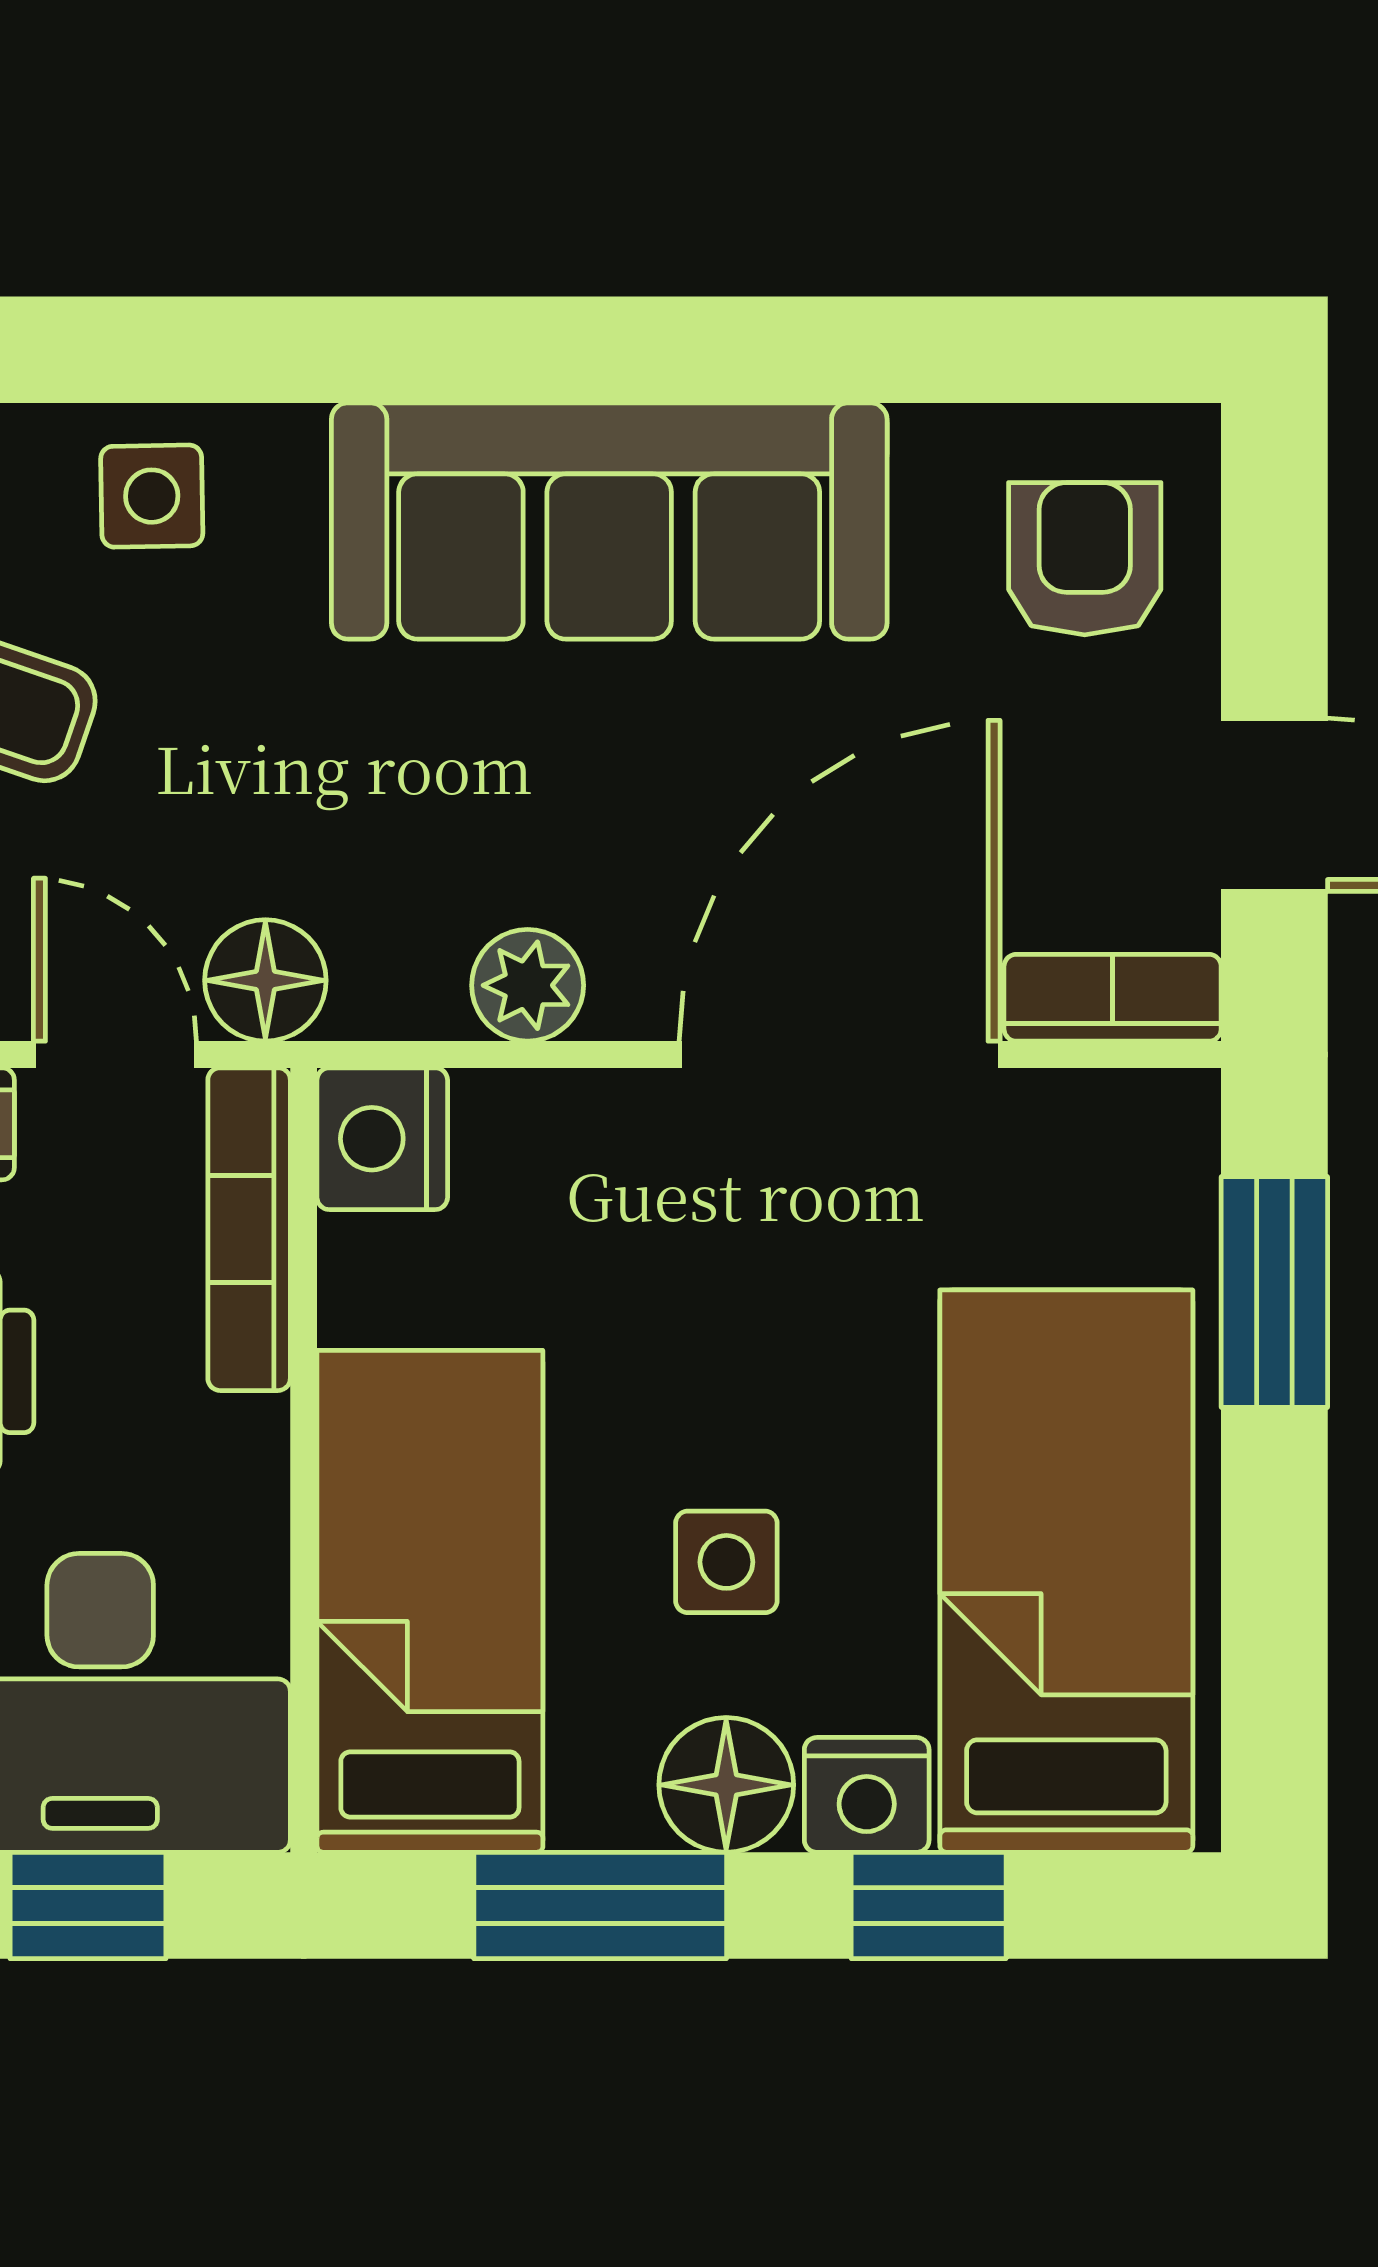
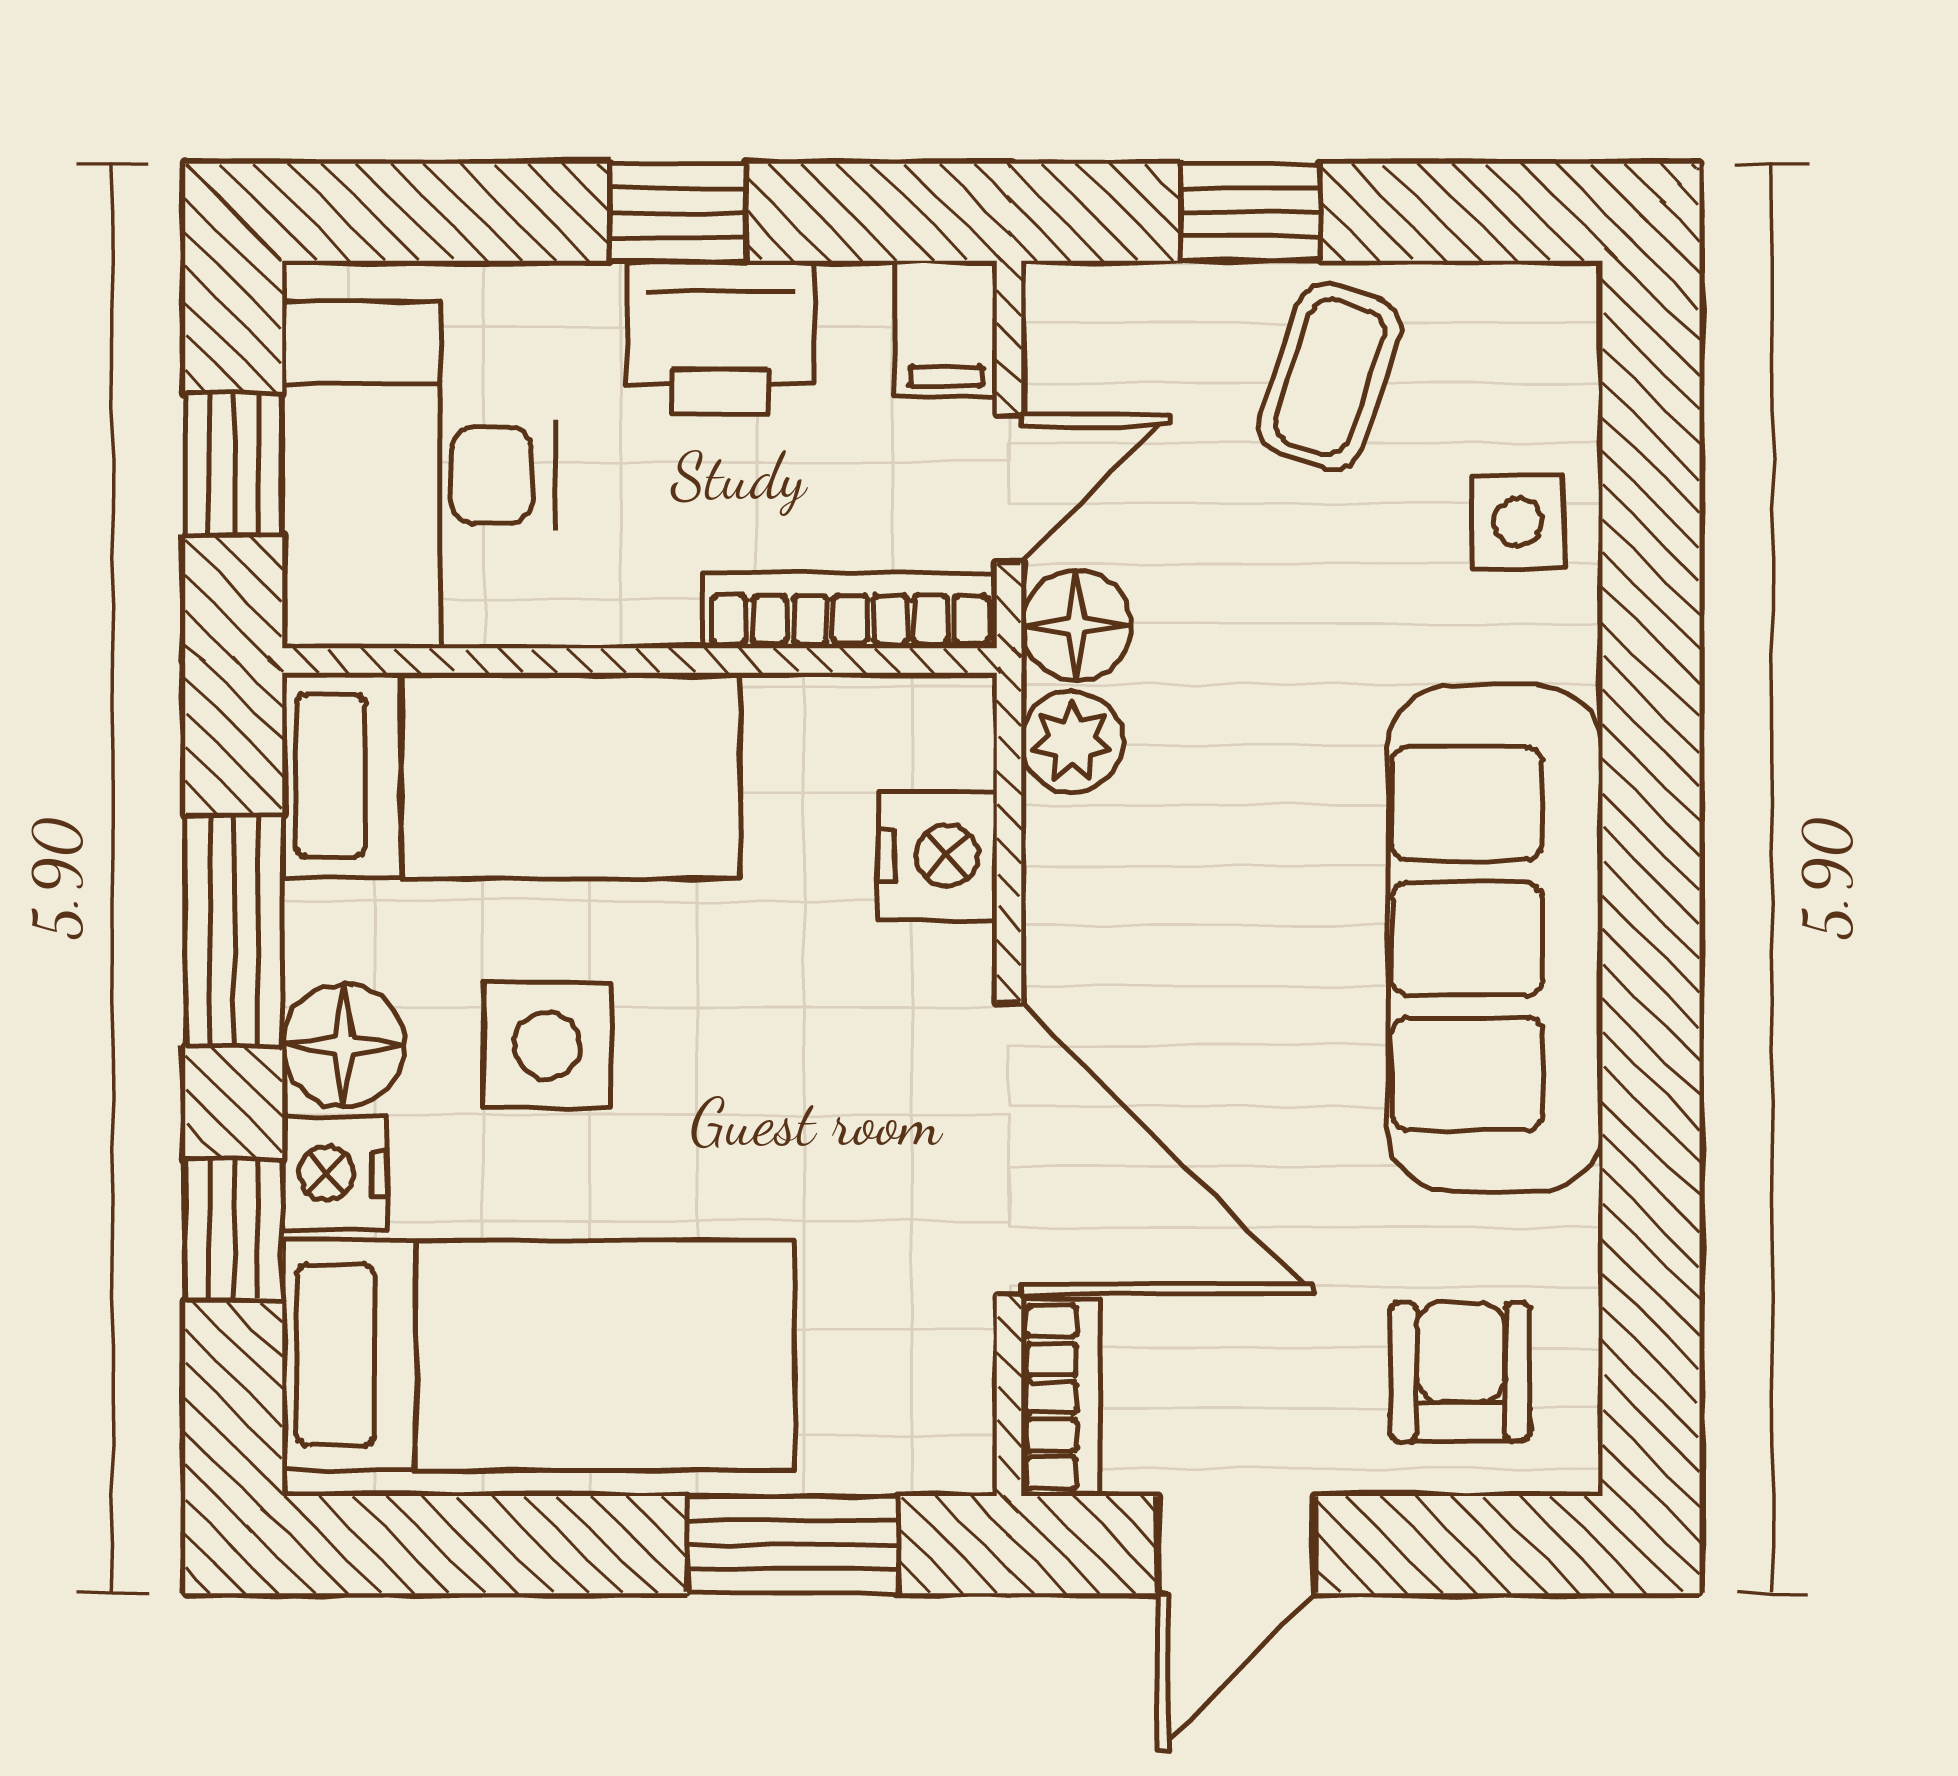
armchair: (1085, 559) -> (1461, 1372), turned -90
plant: (528, 985) -> (1072, 741), moved
nightstand: (382, 1139) -> (937, 855), moved, turned 90
side table: (726, 1562) -> (547, 1045), width x1.37, depth x1.37

